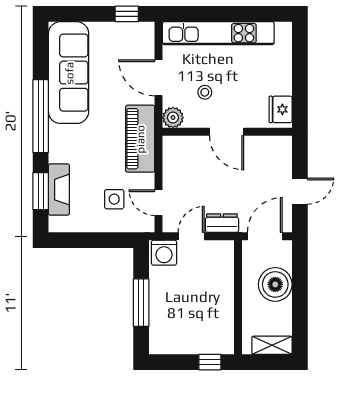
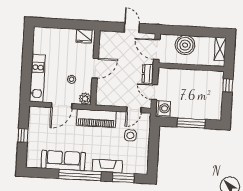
window: (127, 14) -> (23, 135), moved
kitchen unit: (218, 33) -> (37, 78), width x0.73
sofa: (69, 73) -> (63, 160), width x0.74, depth x0.79
fireplace: (59, 190) -> (107, 166), moved

